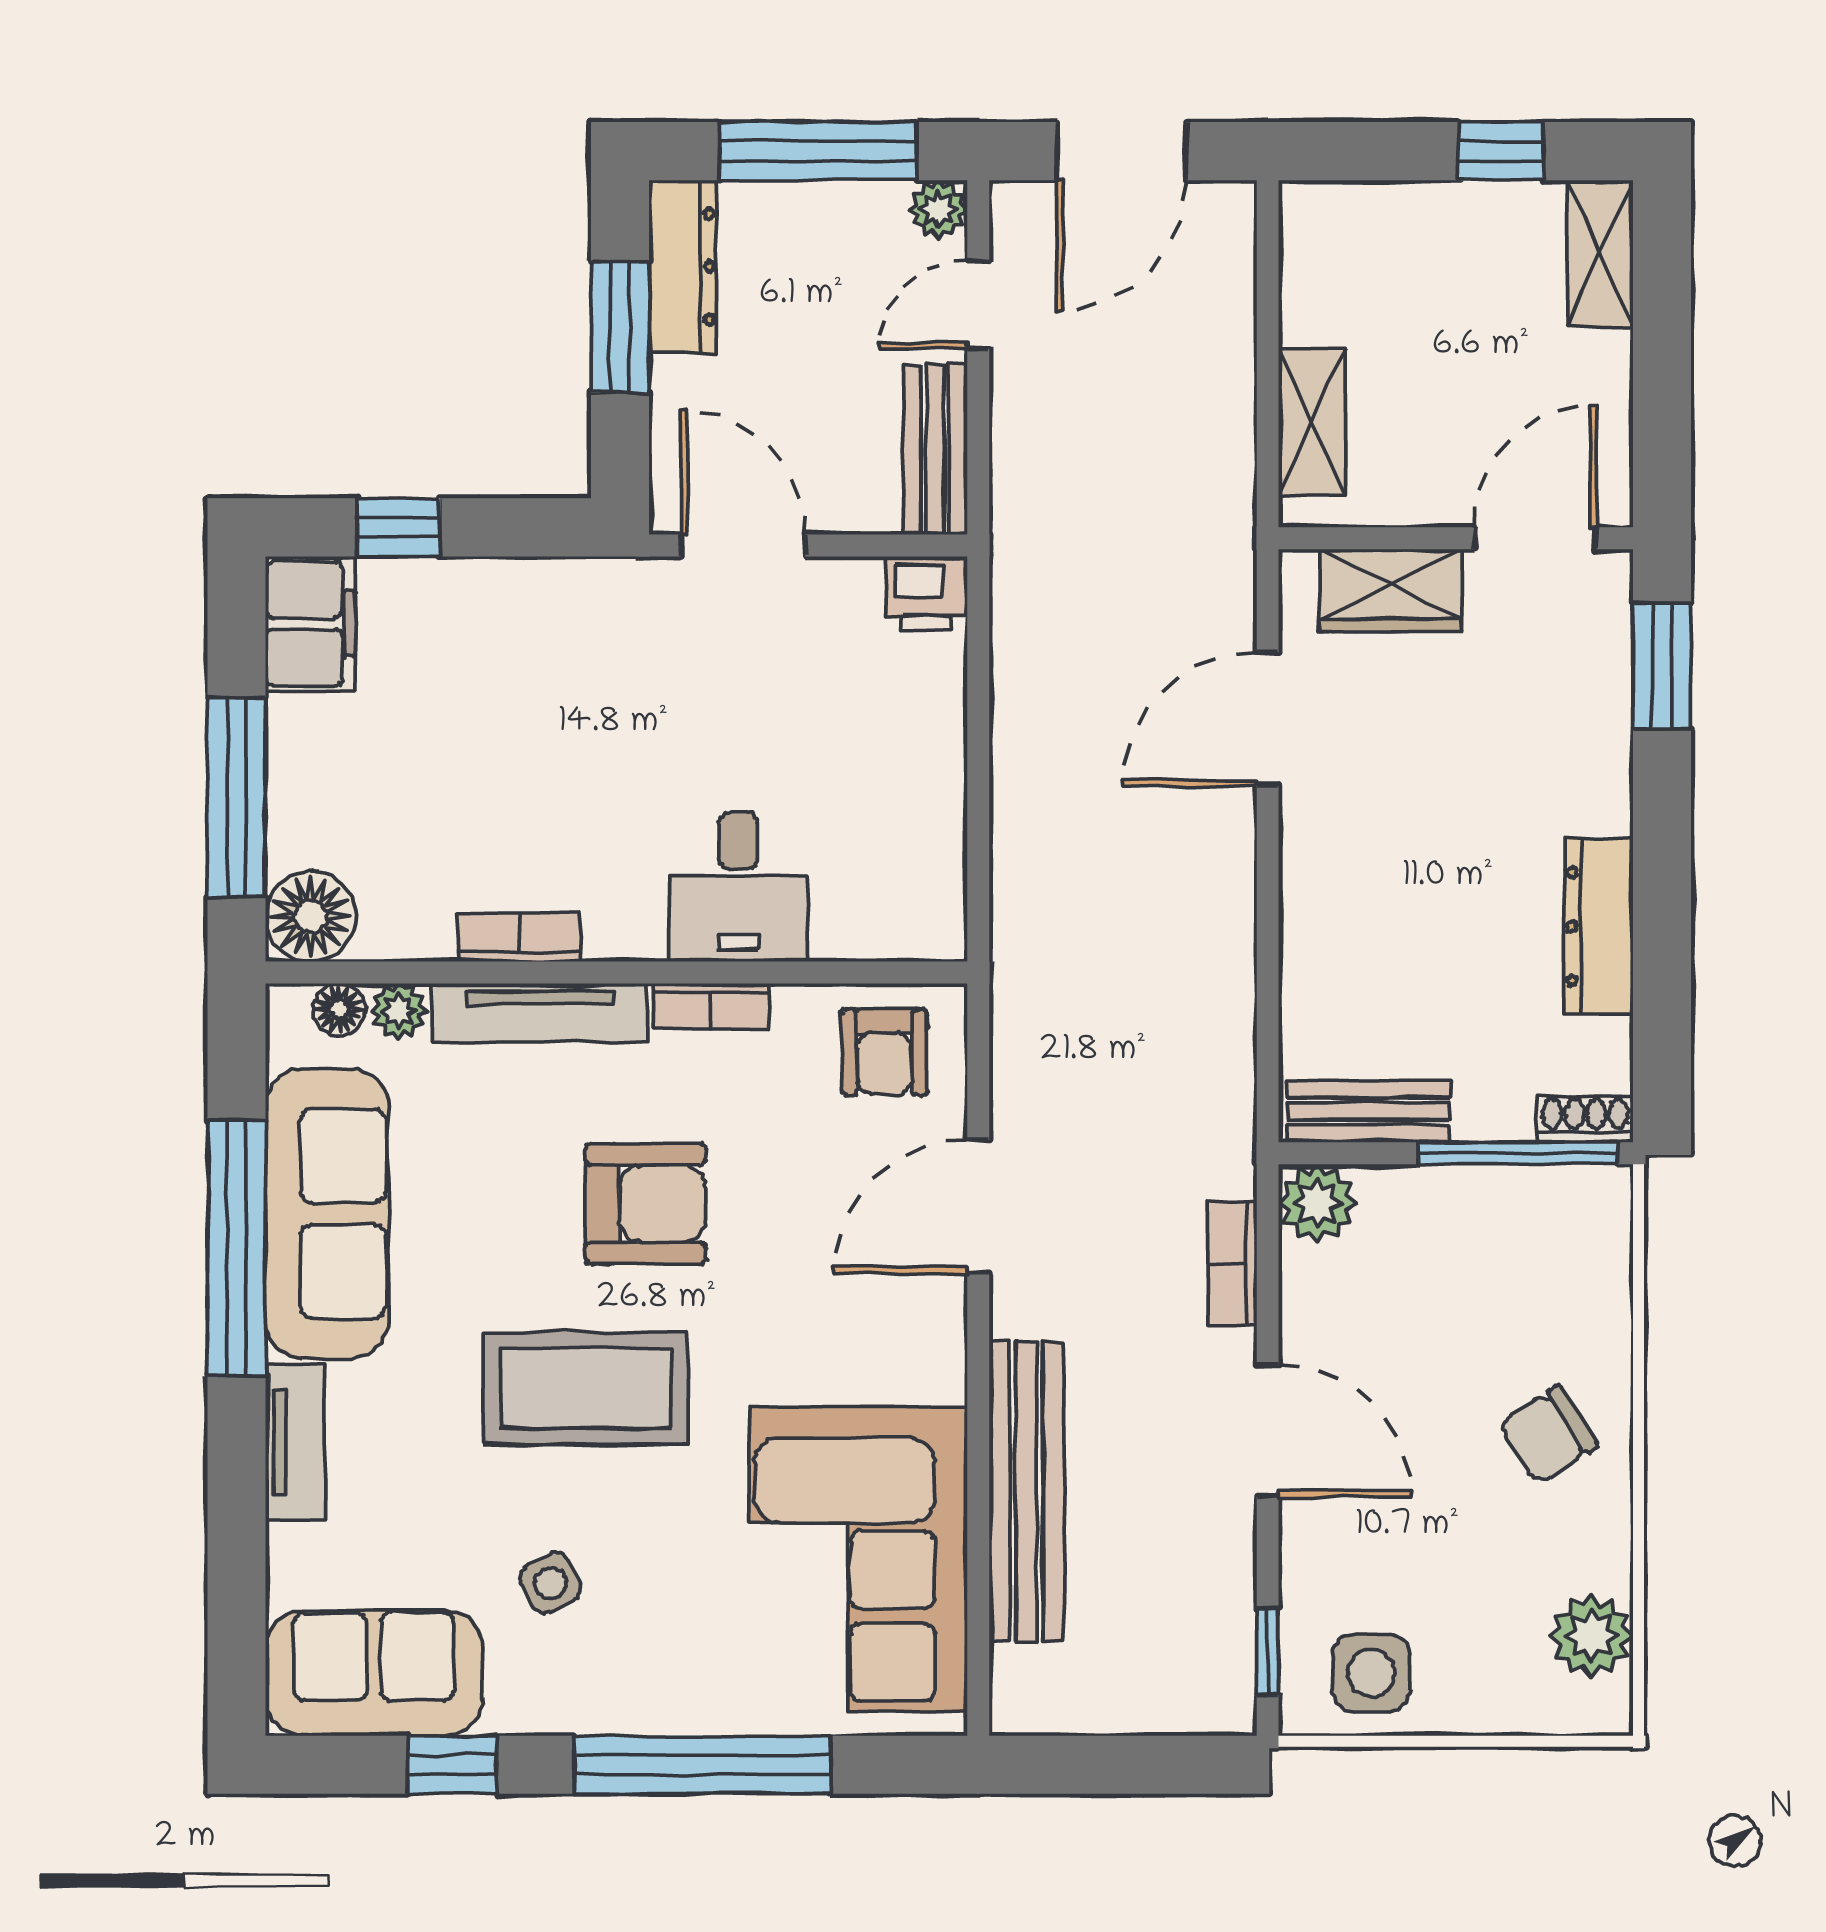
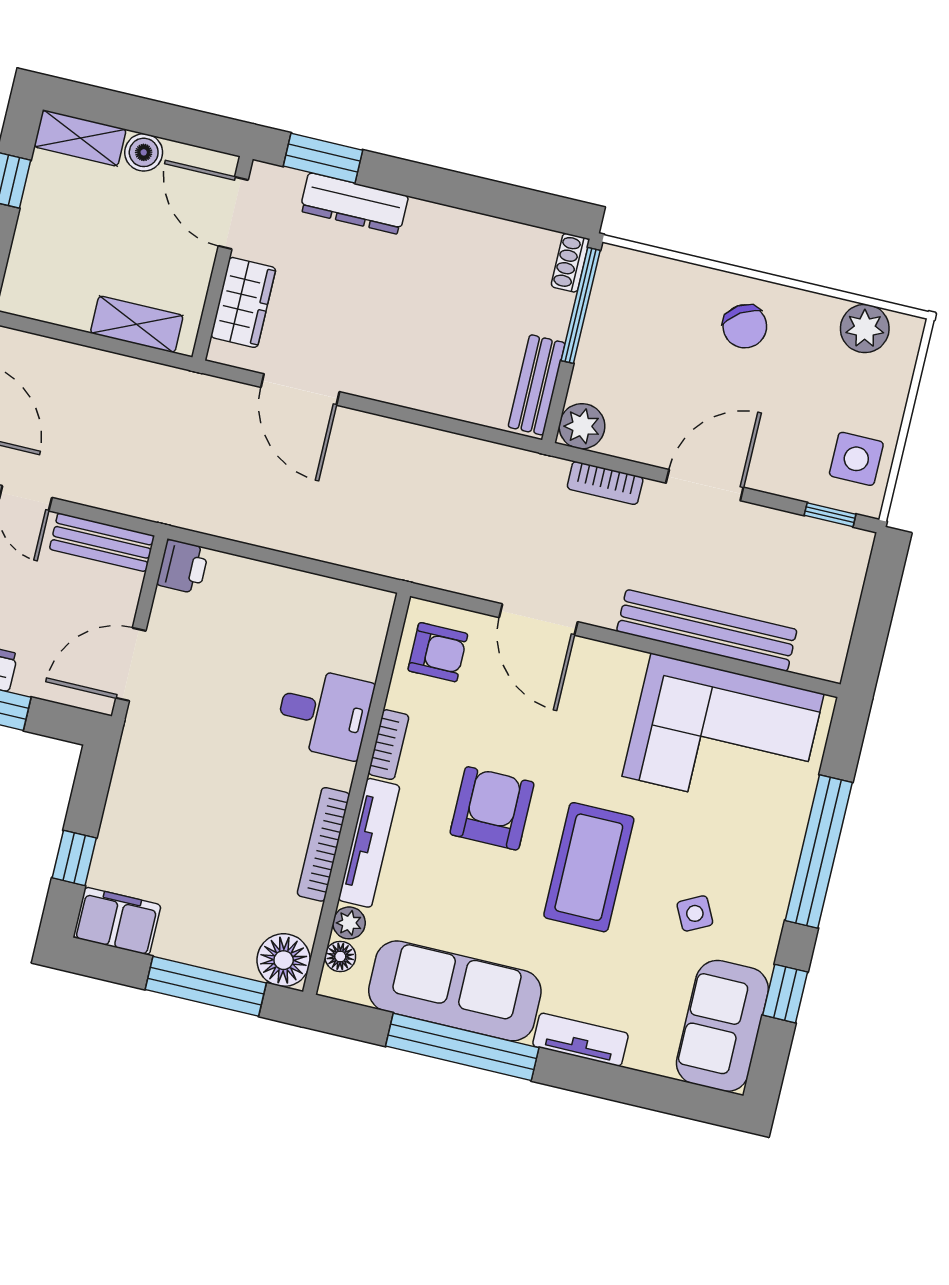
boiler: (1601, 365) -> (144, 152), added
dresser: (1599, 926) -> (354, 204), moved
bookcase: (519, 937) -> (323, 844), width x1.56

